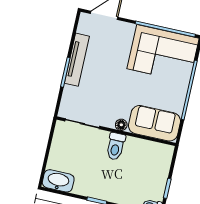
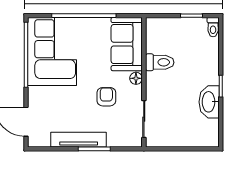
armchair: (110, 94) -> (106, 97), added
toilet: (116, 146) -> (160, 62), moved
washbasin: (58, 181) -> (209, 102), moved

